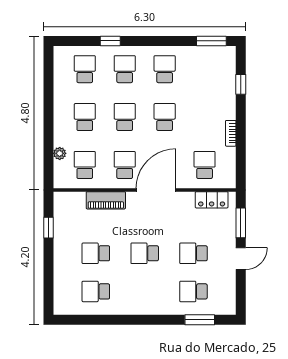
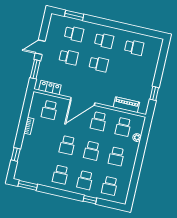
piano: (106, 200) -> (126, 105), moved
school desk: (96, 253) -> (104, 41), moved

